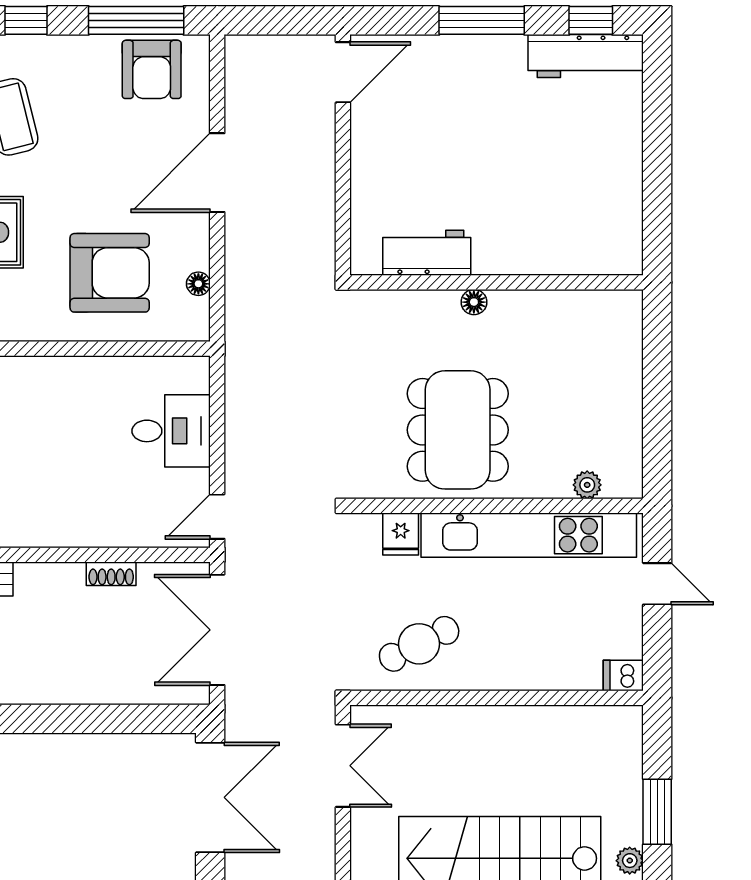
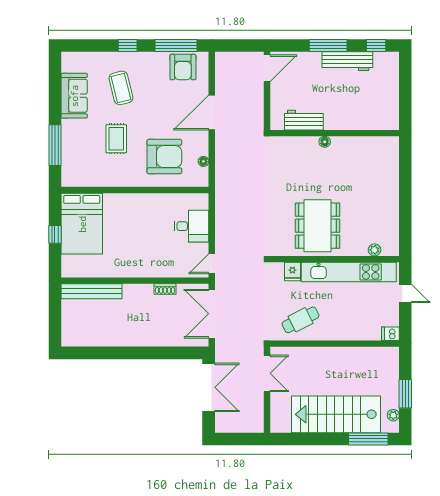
workbench: (586, 56) -> (347, 61), moved
workbench: (427, 253) -> (304, 120), moved
wall: (497, 282) -> (335, 133), moved
floor lamp: (474, 302) -> (325, 142), moved

